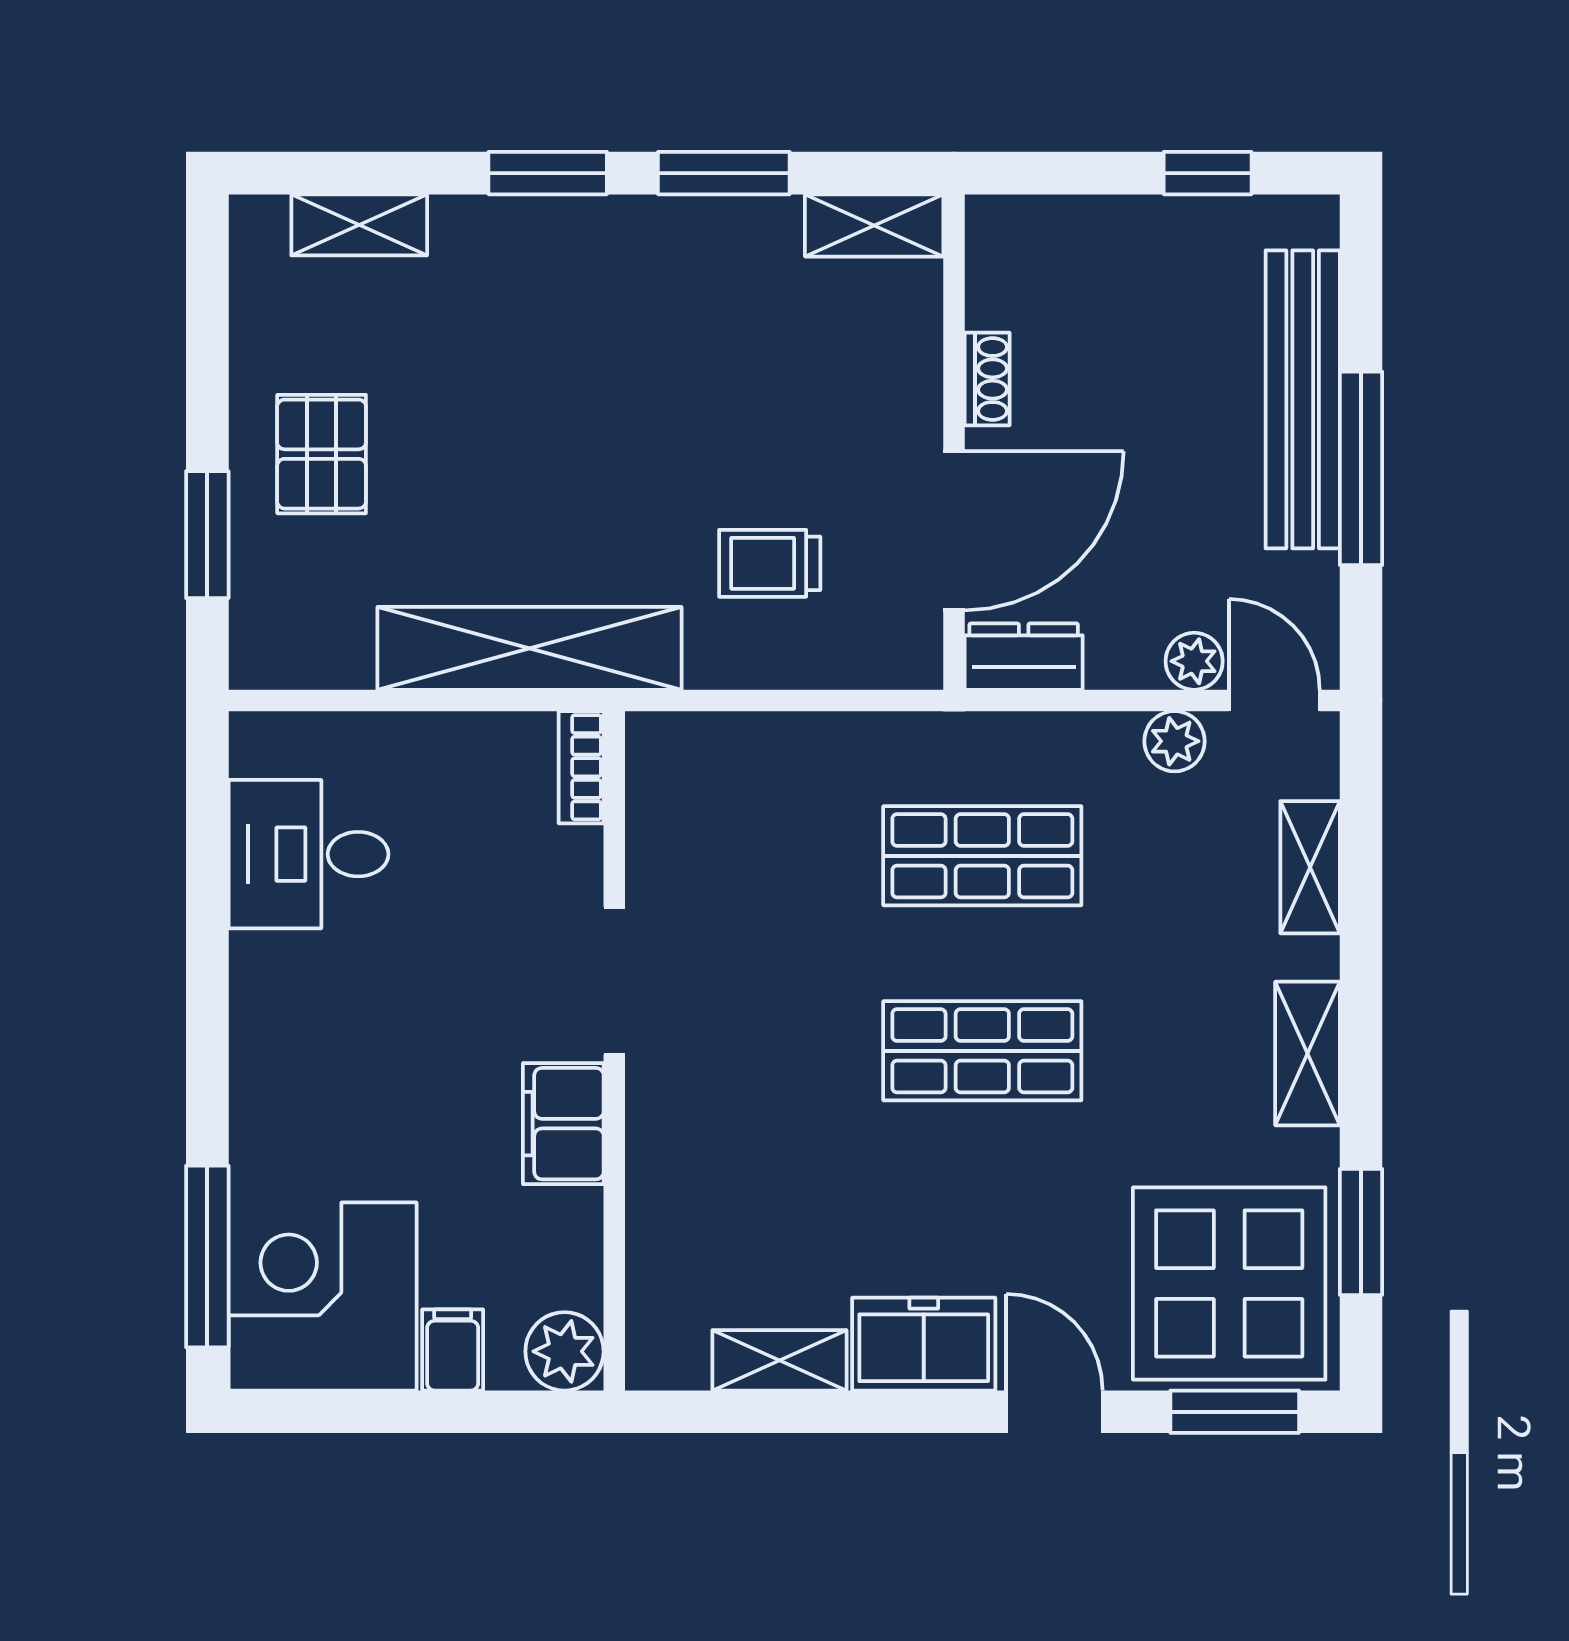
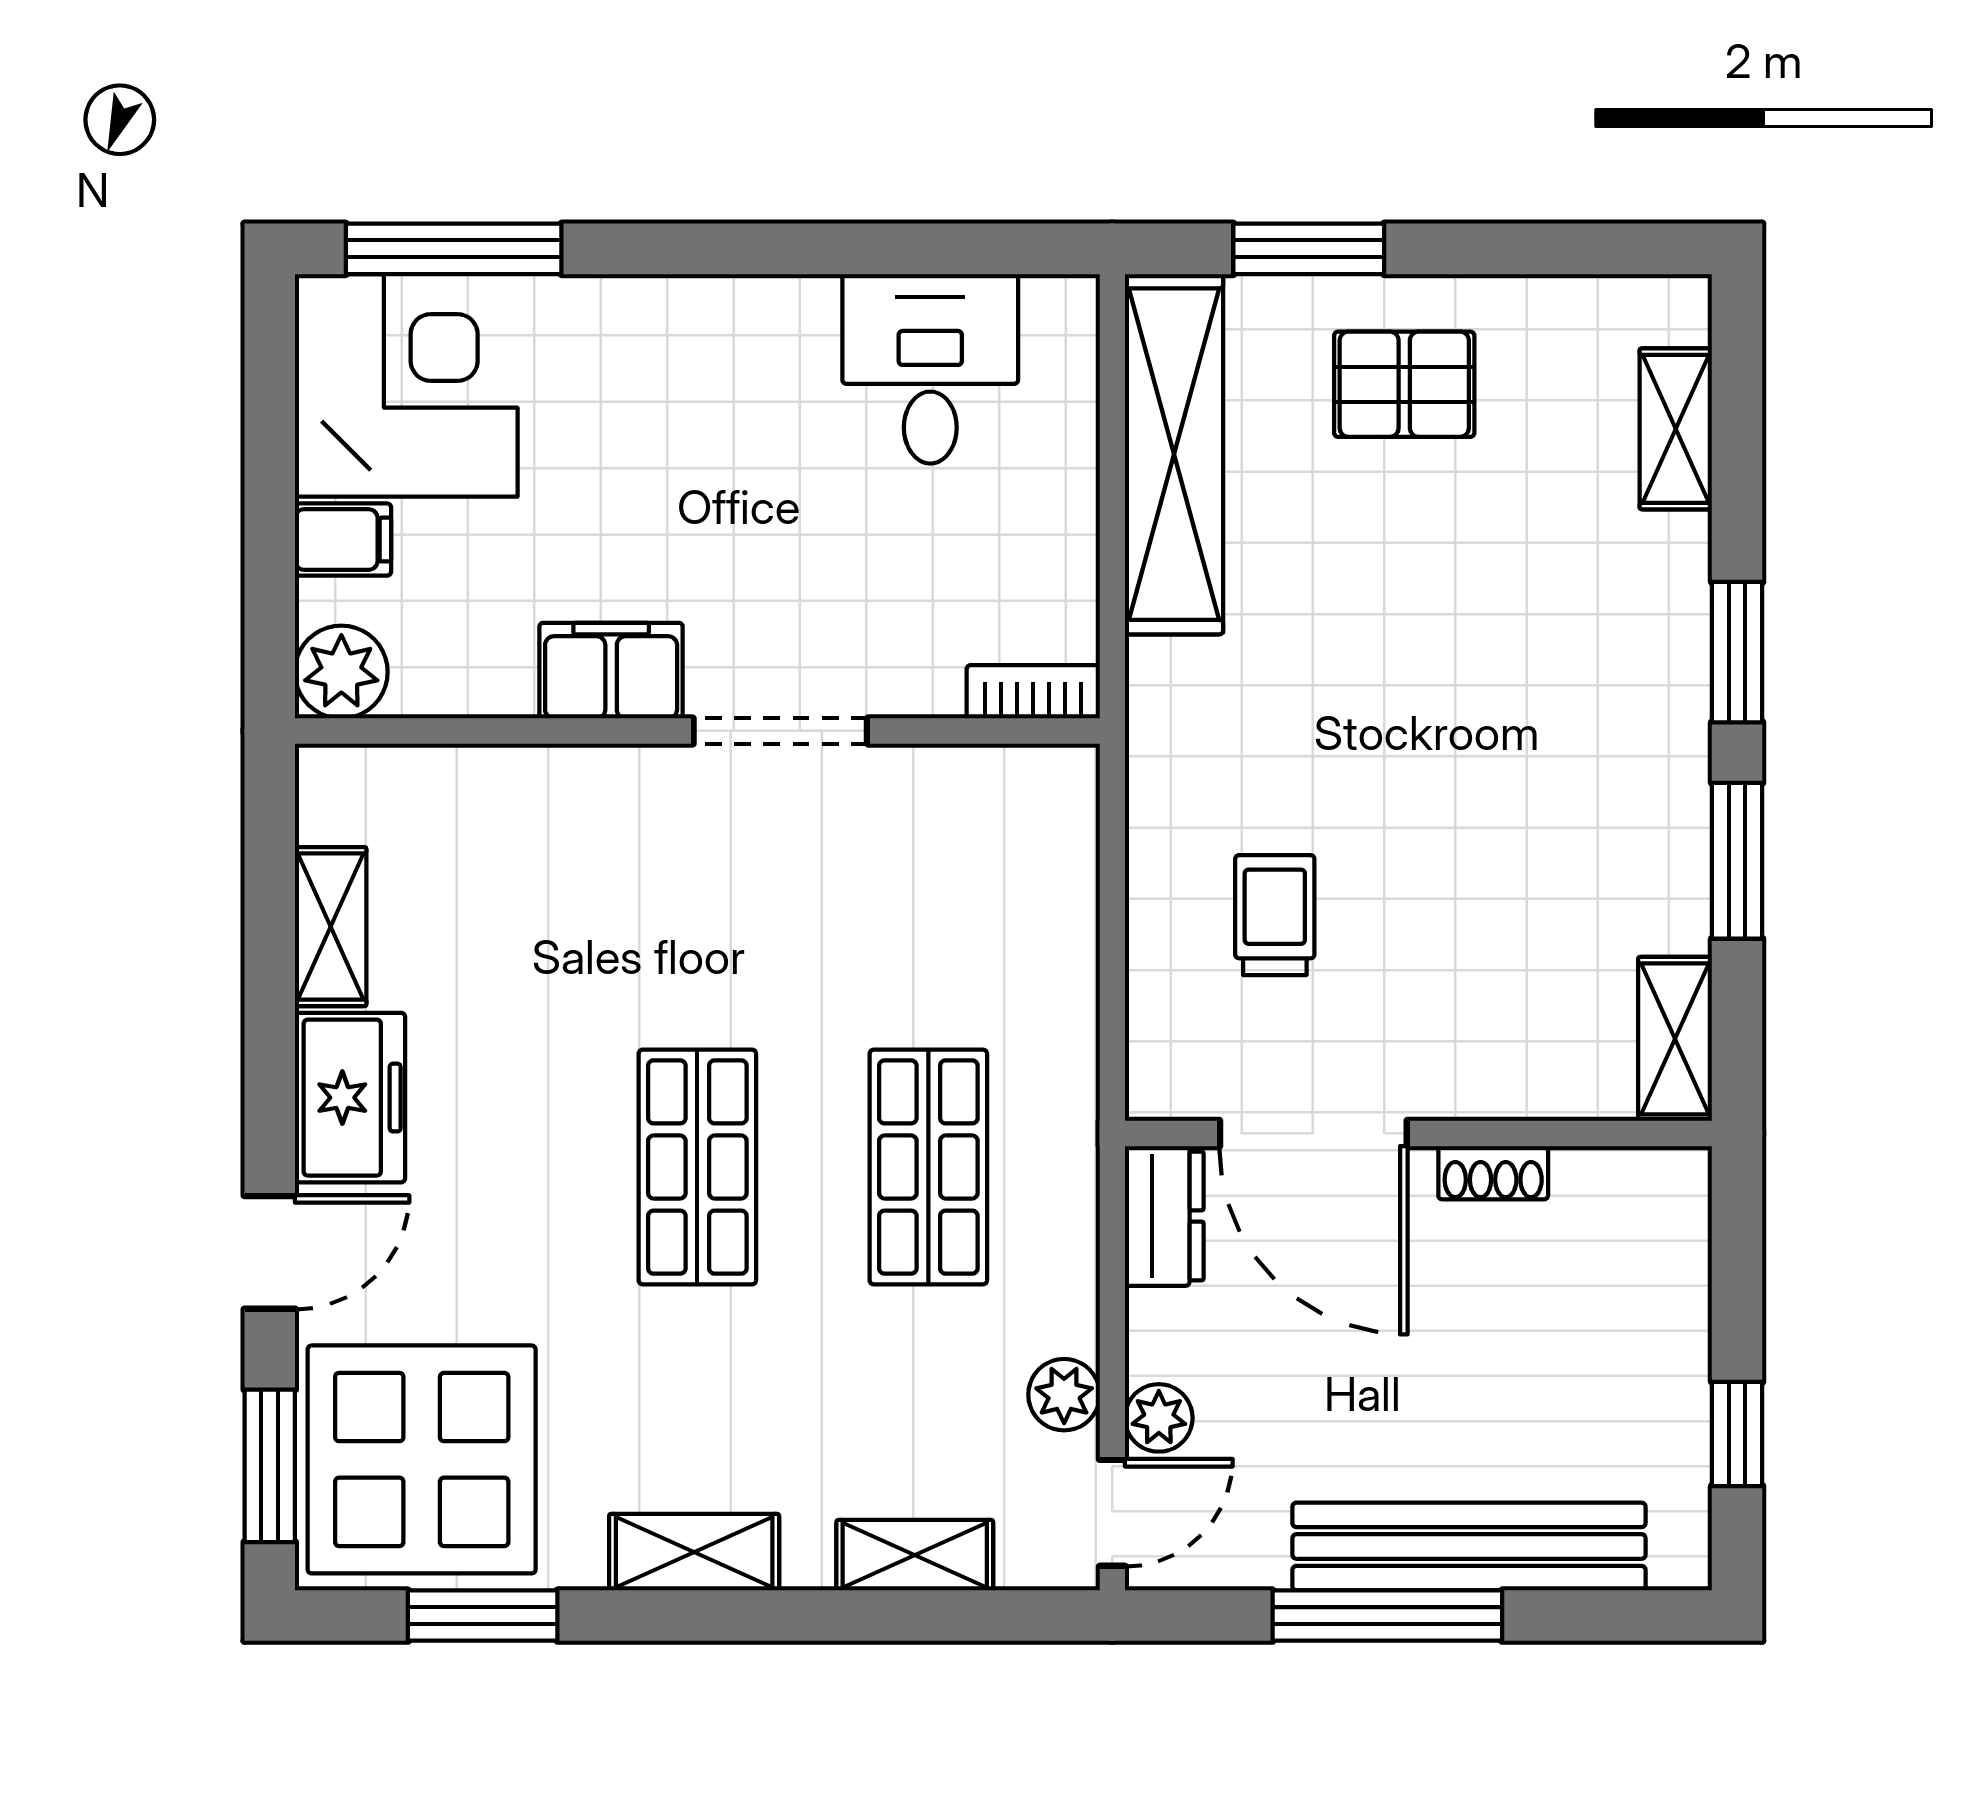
shelving: (530, 648) -> (1174, 454), moved

